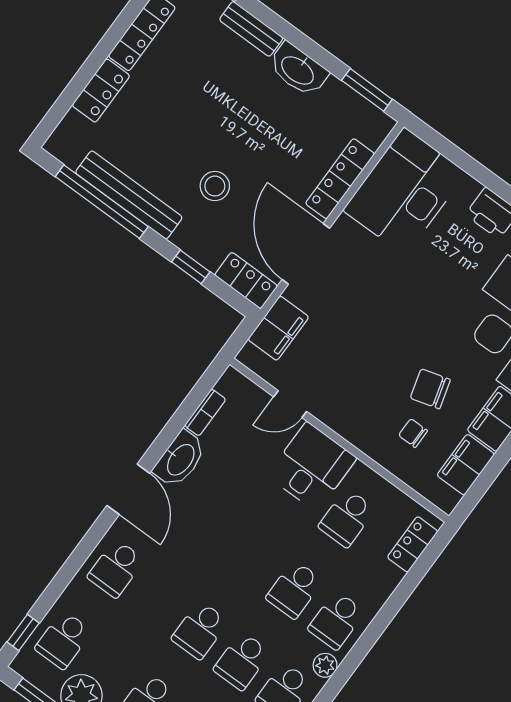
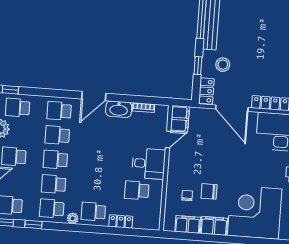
stool: (215, 186) -> (223, 65), moved
door: (306, 254) -> (232, 108), swing flipped
filing cabinet: (278, 328) -> (180, 119), moved, turned -90
chair: (430, 389) -> (209, 191), turned -74
door: (290, 404) -> (168, 139), swing flipped
locker: (413, 544) -> (121, 221), moved
school desk: (294, 589) -> (57, 135), moved

